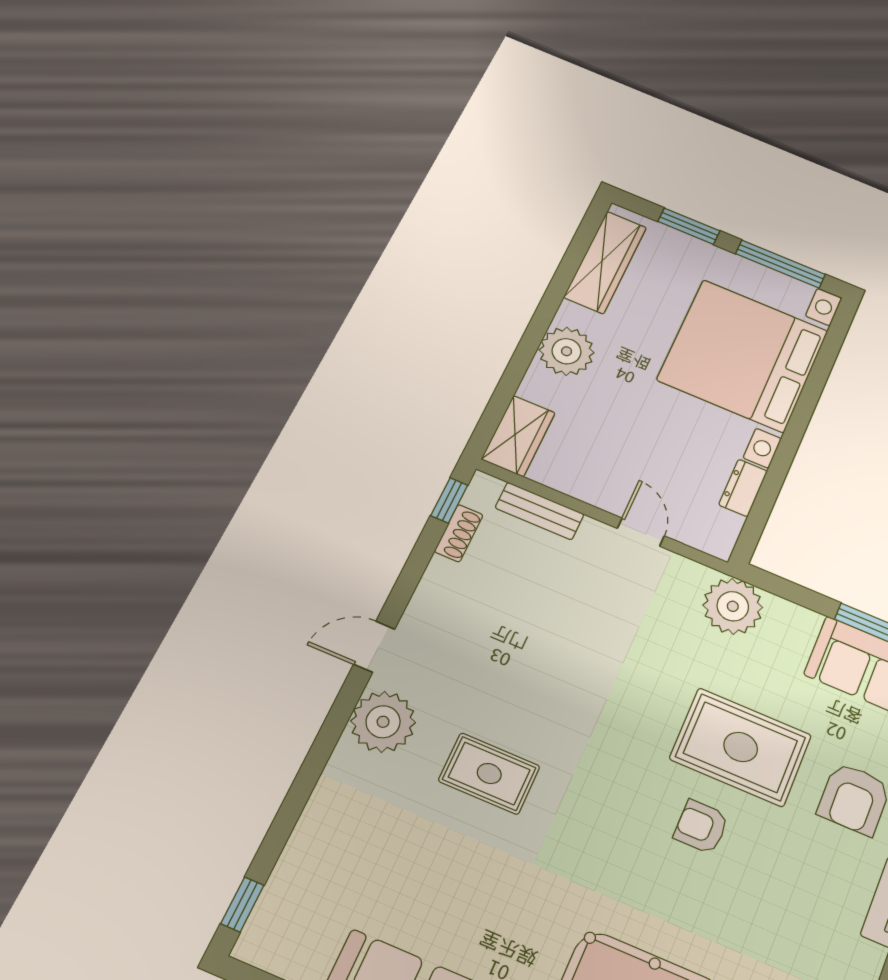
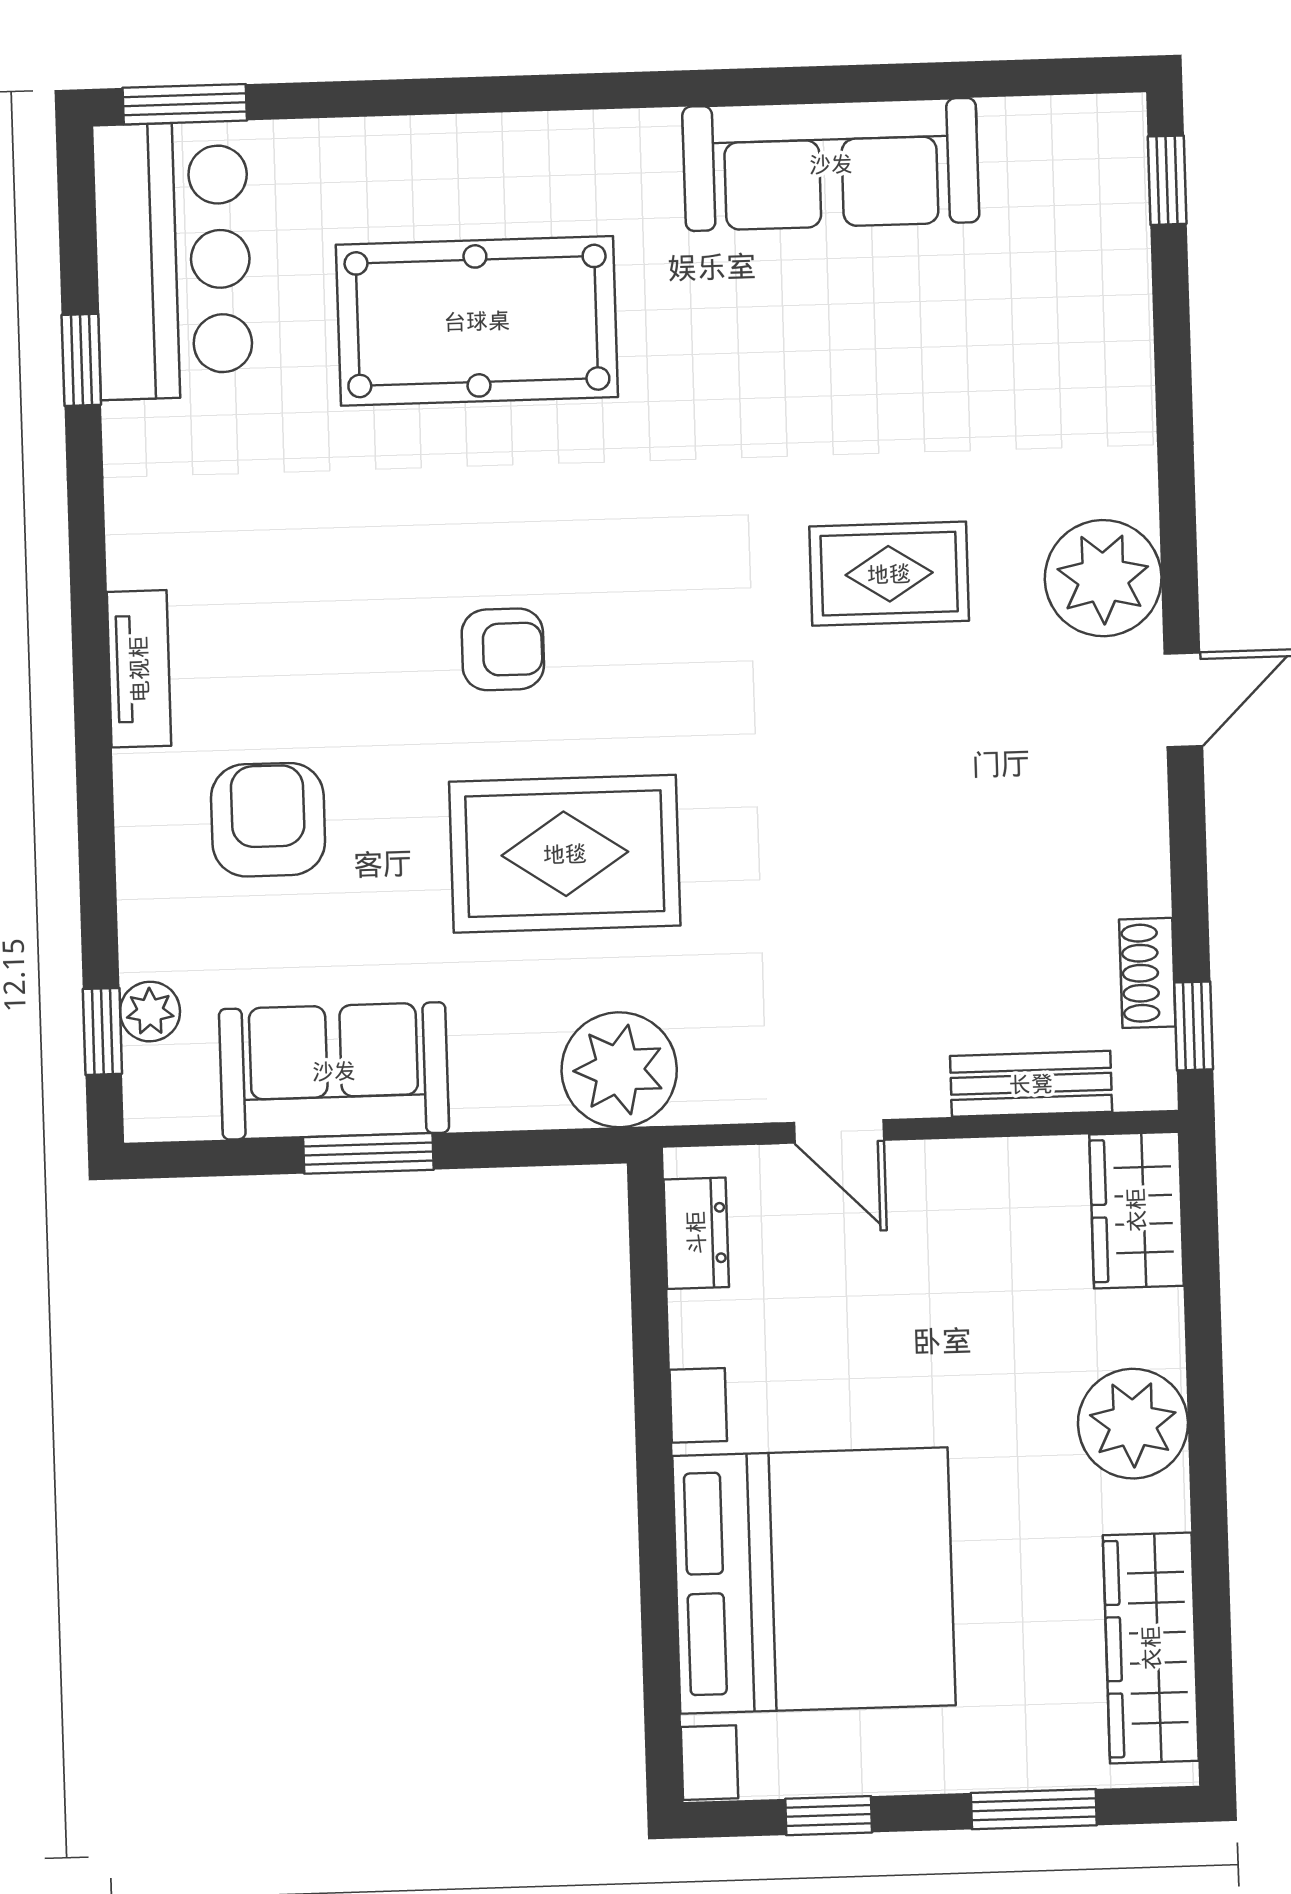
window: (780, 264) -> (829, 1816), width x0.46
dresser: (743, 488) -> (696, 1233), moved
rug: (741, 747) -> (565, 854), moved

